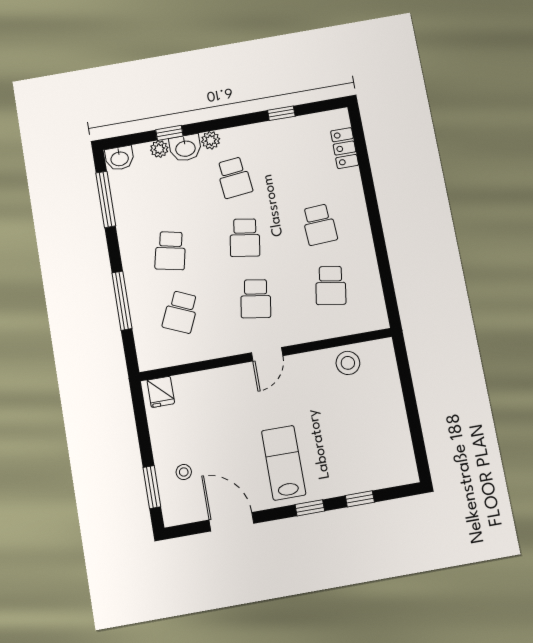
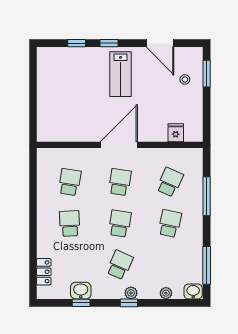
window: (169, 133) -> (129, 303), moved
washbasin: (185, 148) -> (81, 291), moved
school desk: (234, 178) -> (120, 265), turned 30
door: (267, 354) -> (119, 145), width x1.88
stool: (348, 363) -> (68, 130), removed
fridge: (161, 392) -> (176, 133), moved

